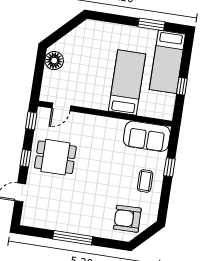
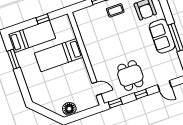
sofa: (147, 136) -> (162, 36), moved, turned 180

